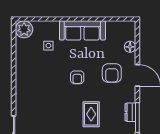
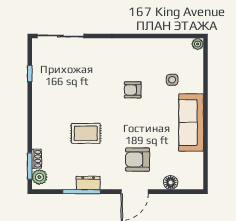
plant: (24, 29) -> (198, 44), width x0.53, depth x0.53
armchair: (77, 77) -> (133, 90), moved

